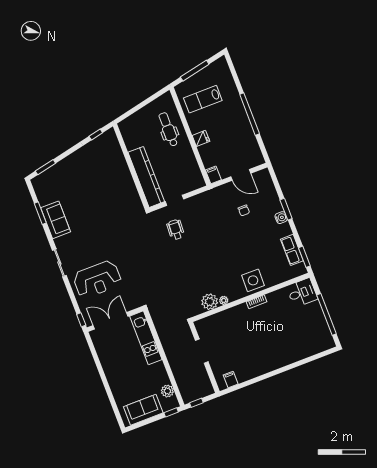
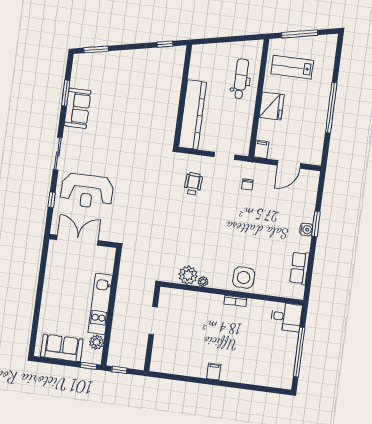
fridge: (201, 138) -> (272, 106), width x1.88, depth x1.34
door: (241, 175) -> (289, 164), hinge flipped
doorway: (175, 200) -> (225, 156), moved
chair: (244, 210) -> (247, 184), moved
window: (304, 257) -> (308, 282), removed
window: (81, 320) -> (52, 200), moved
kitchen unit: (146, 338) -> (100, 304), moved
filing cabinet: (231, 379) -> (214, 371), moved

